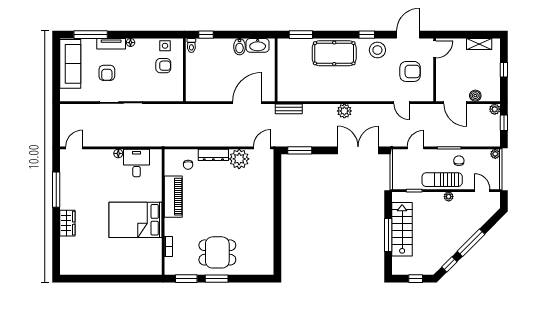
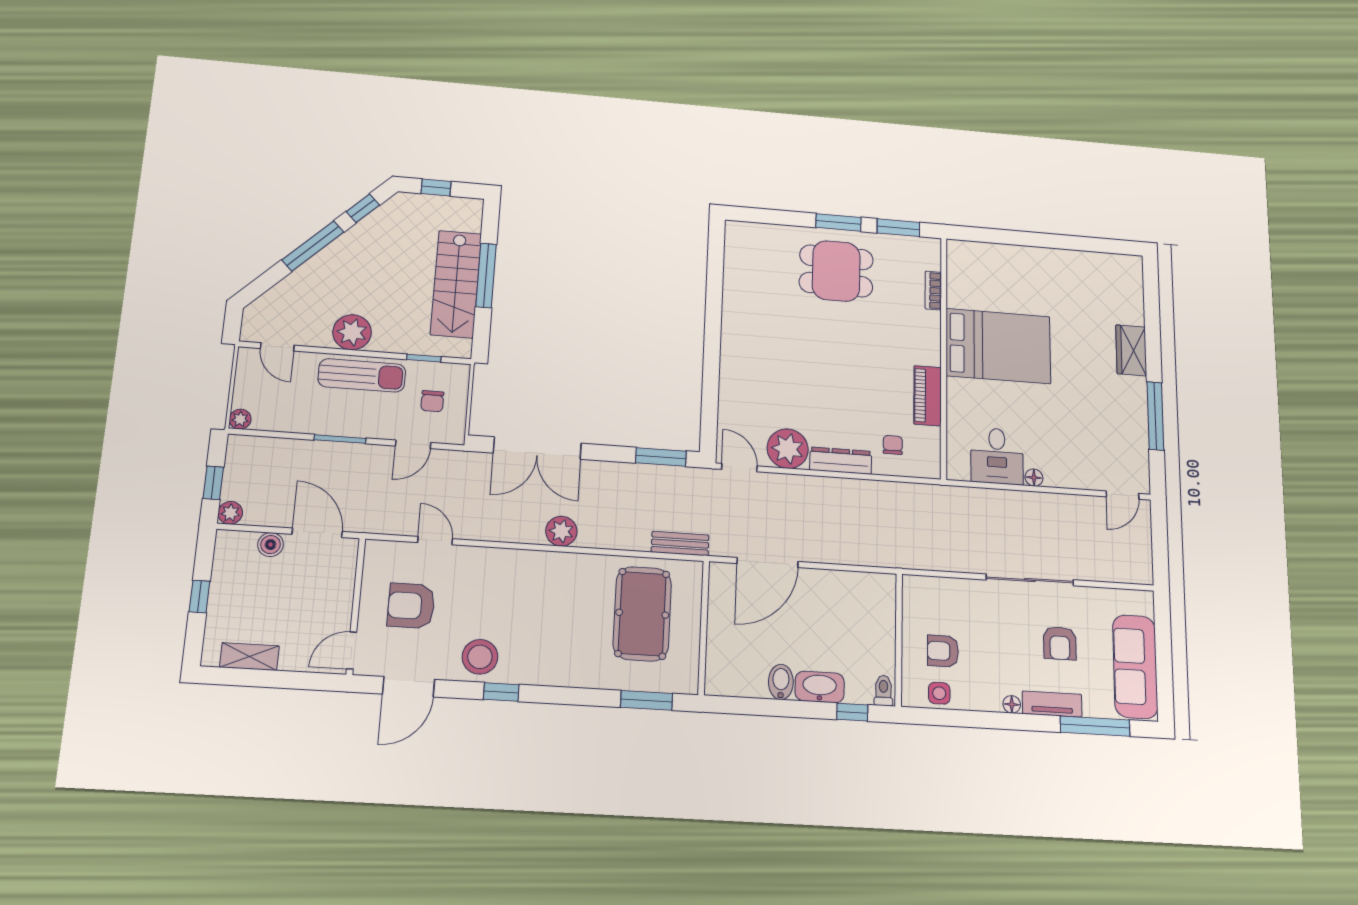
washbasin: (258, 45) -> (820, 687), moved
pool table: (334, 53) -> (642, 614), moved, turned 90
armchair: (107, 73) -> (1060, 643), turned 180
door: (262, 148) -> (739, 468), swing flipped
chair: (459, 161) -> (432, 401), moved
piano: (173, 197) -> (928, 396), width x0.73, depth x0.75
plant: (449, 197) -> (352, 332), width x1.88, depth x1.88

